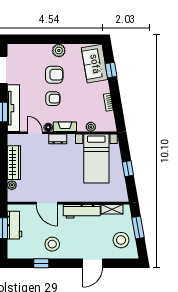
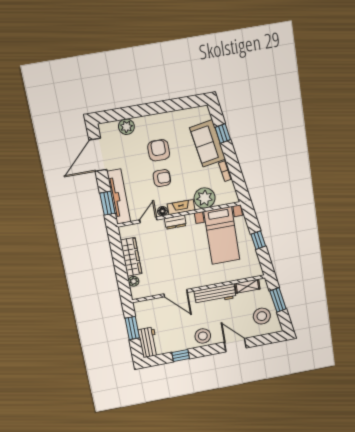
plant: (59, 51) -> (126, 127), moved
sofa: (95, 64) -> (208, 143), moved
armchair: (54, 75) -> (159, 150), turned -90
plant: (91, 127) -> (205, 198), width x1.88, depth x1.88
door: (35, 133) -> (148, 220), hinge flipped
workbench: (14, 225) -> (148, 342), moved
stool: (52, 244) -> (203, 336), moved
door: (93, 263) -> (235, 345), swing flipped

